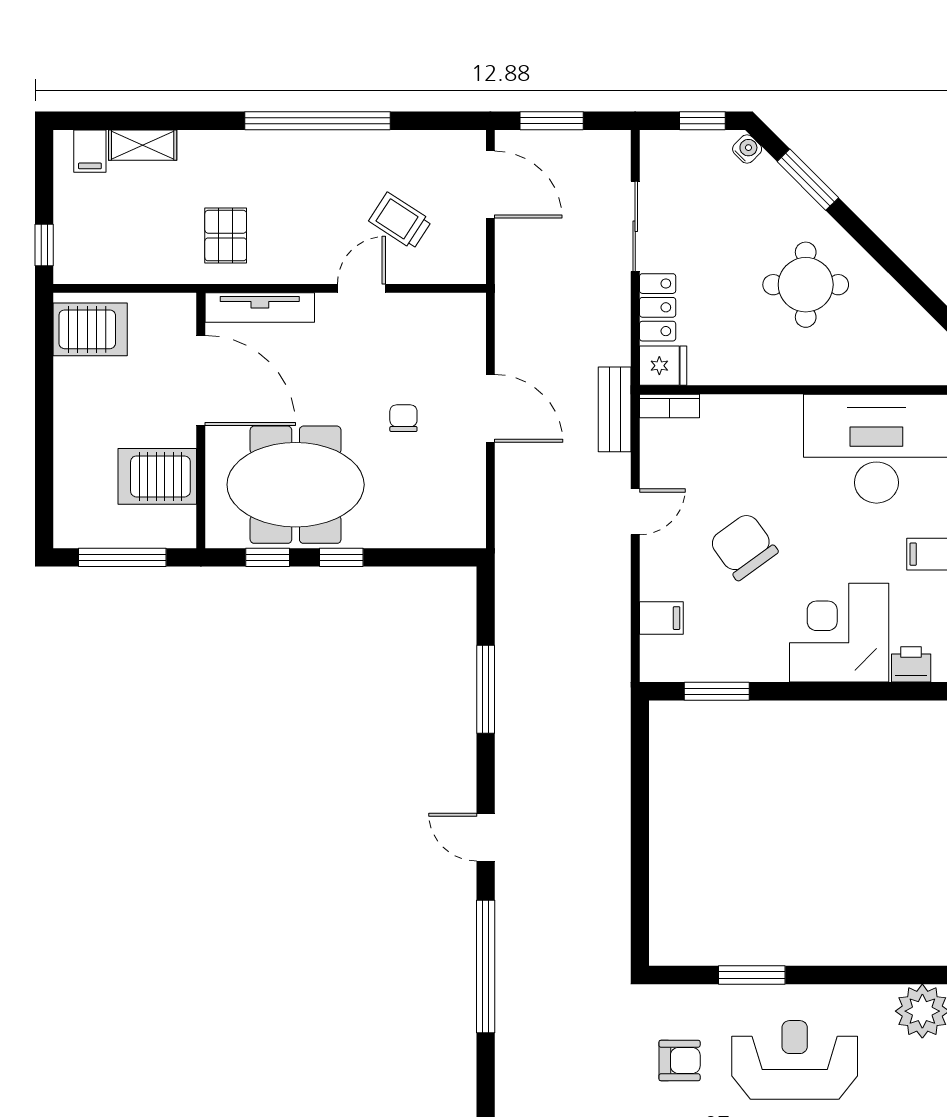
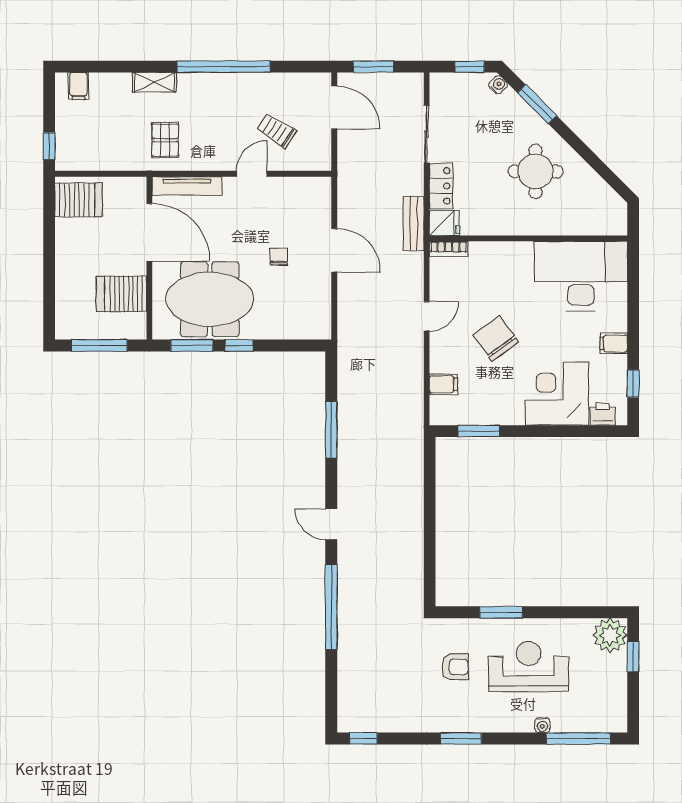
shelving: (143, 145) -> (154, 82), moved
bench: (615, 409) -> (414, 223), moved
window: (268, 557) -> (192, 346), width x1.50

